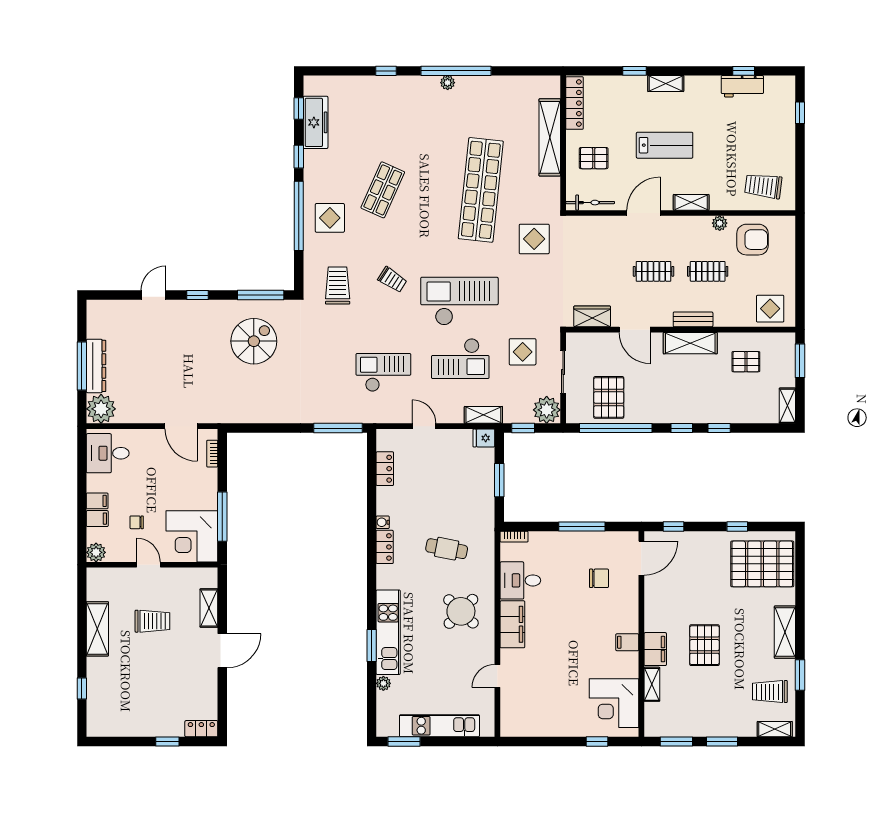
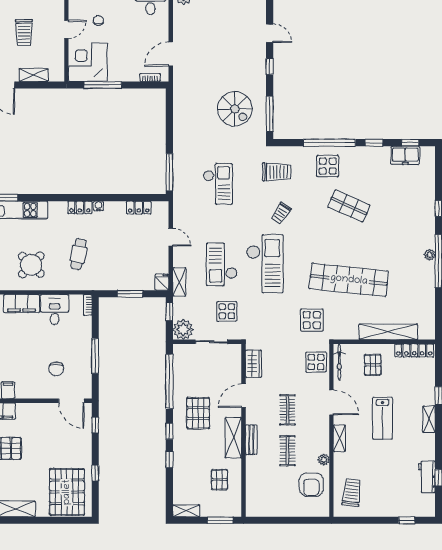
freezer: (316, 122) -> (405, 155), width x0.71
display table: (770, 309) -> (316, 362), moved
checkout: (383, 372) -> (218, 184), moved
pallet: (609, 397) -> (198, 413), moved, turned 90
door: (424, 426) -> (171, 237), hinge flipped

